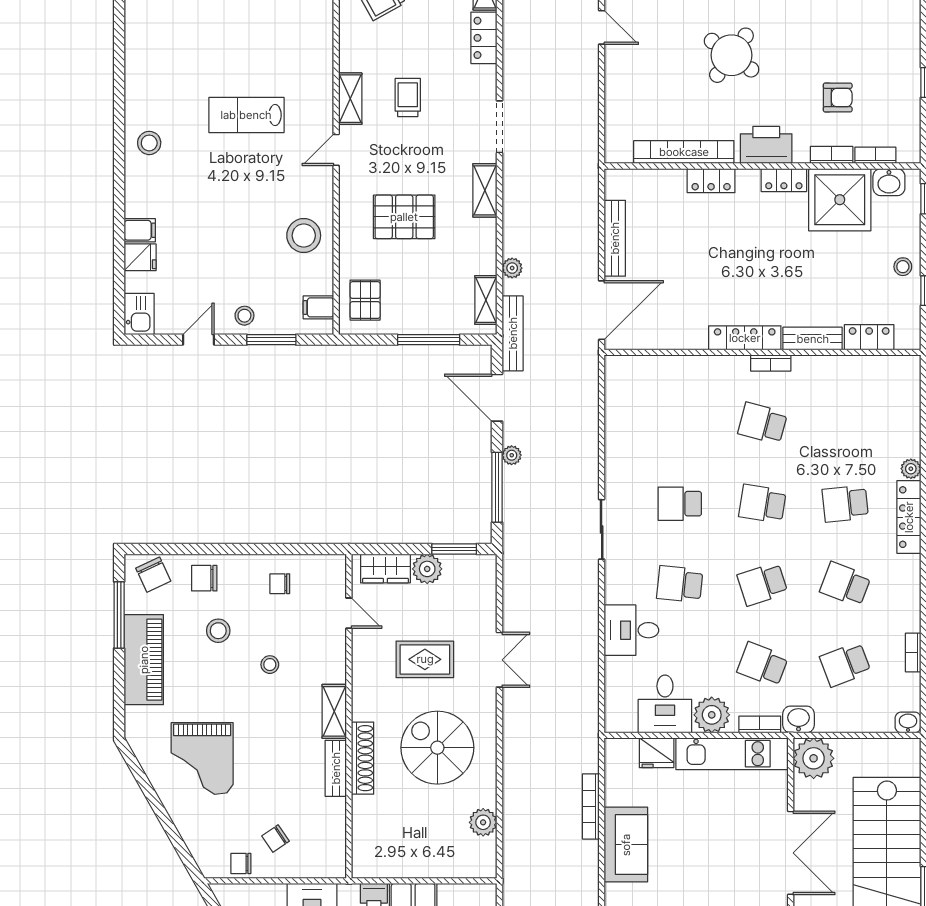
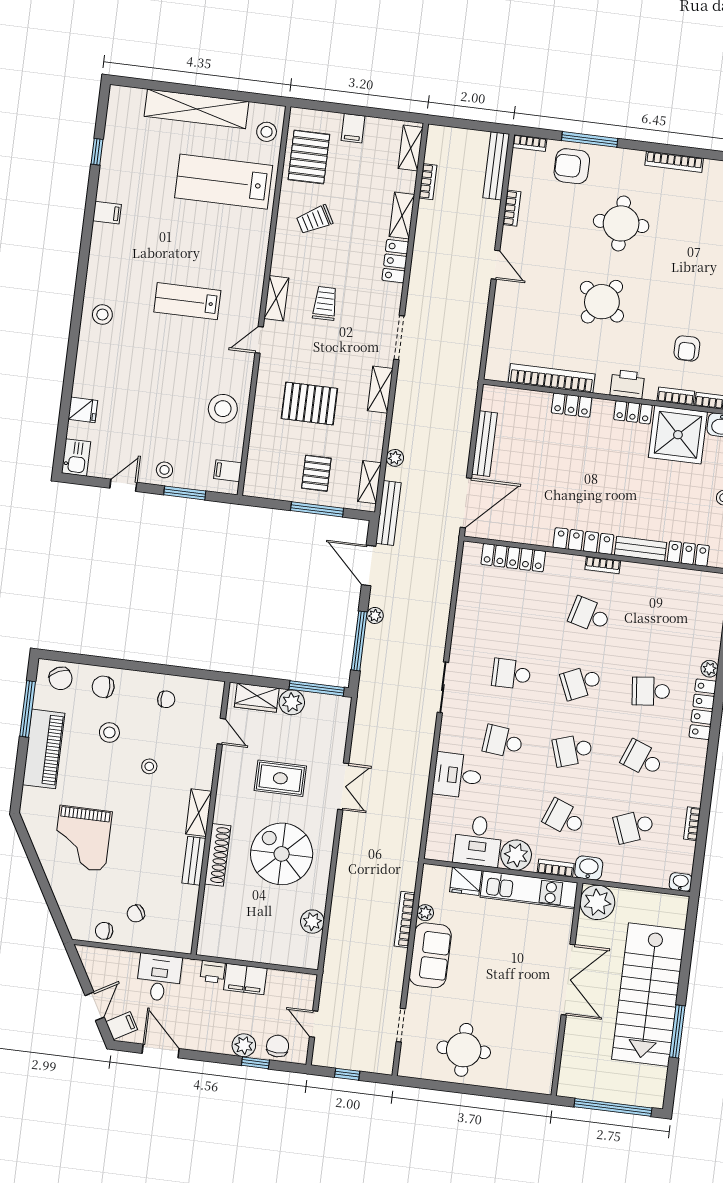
armchair: (838, 98) -> (687, 348), turned 90
printer: (766, 145) -> (627, 384), width x0.73, depth x0.84
filing cabinet: (140, 230) -> (107, 213), moved
pallet: (365, 300) -> (316, 473), moved
locker: (665, 368) -> (513, 558), added
school desk: (763, 504) -> (581, 683), turned -33
window: (454, 549) -> (317, 688), width x1.44
chair: (280, 584) -> (166, 699), turned 180
plant: (614, 795) -> (425, 913), added

